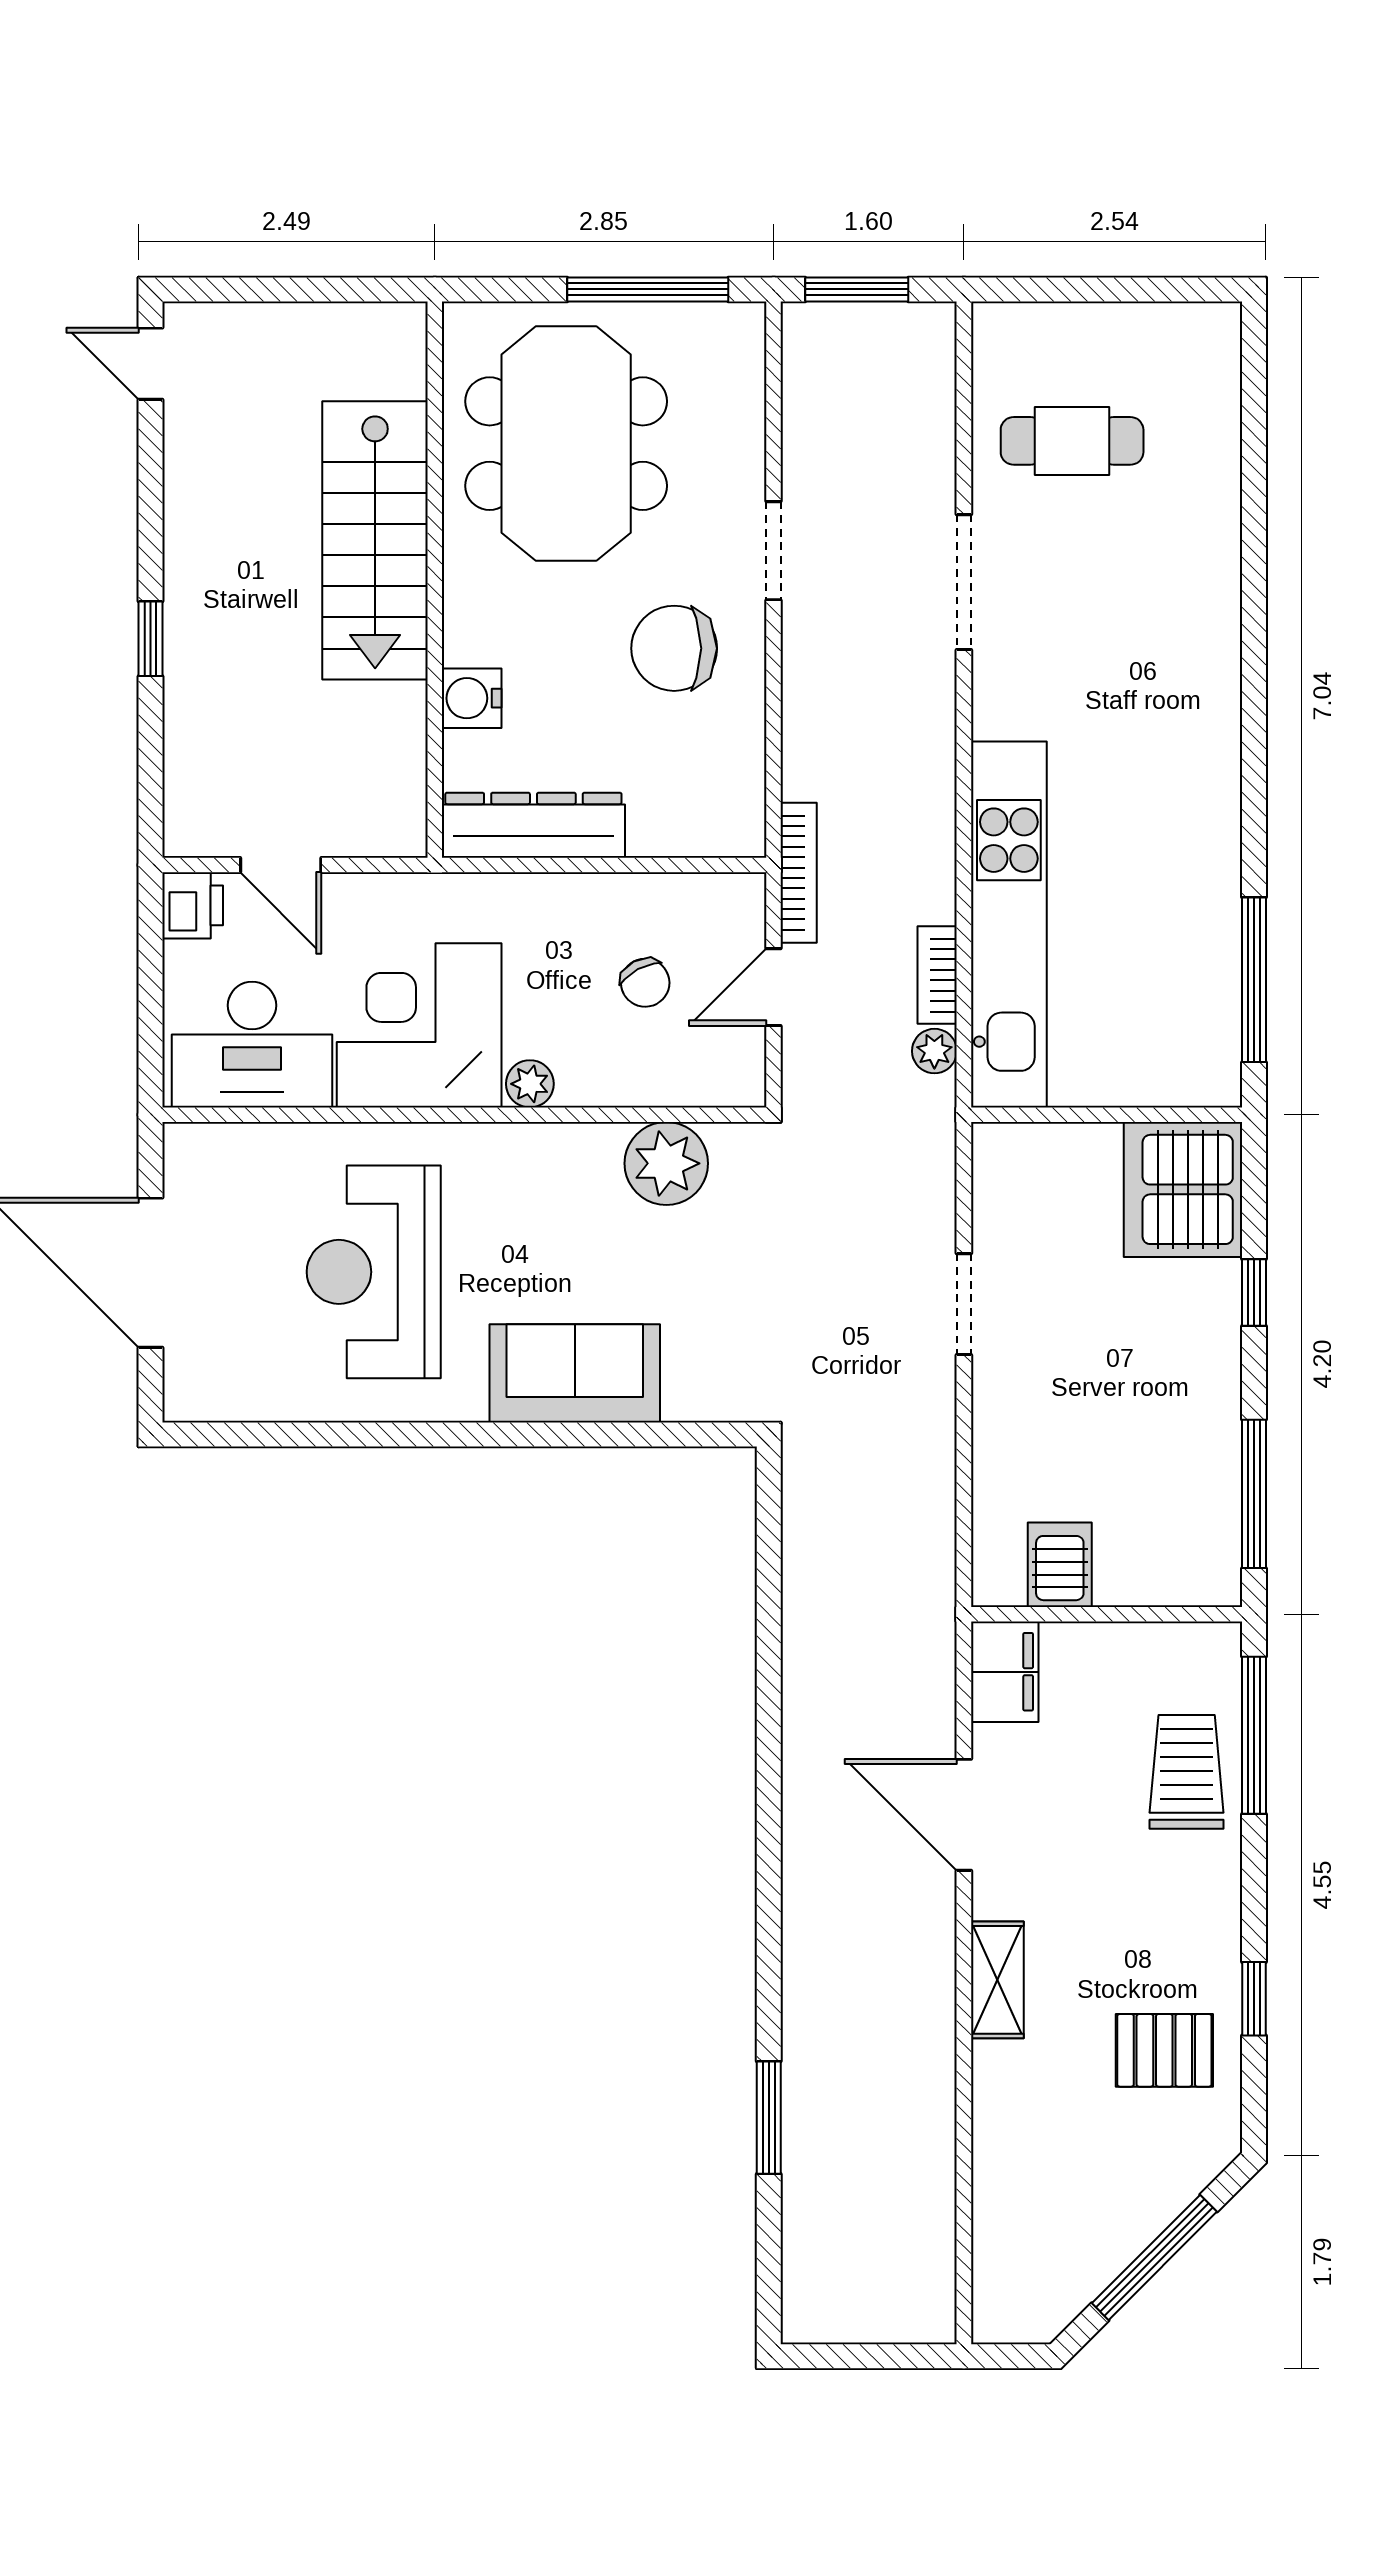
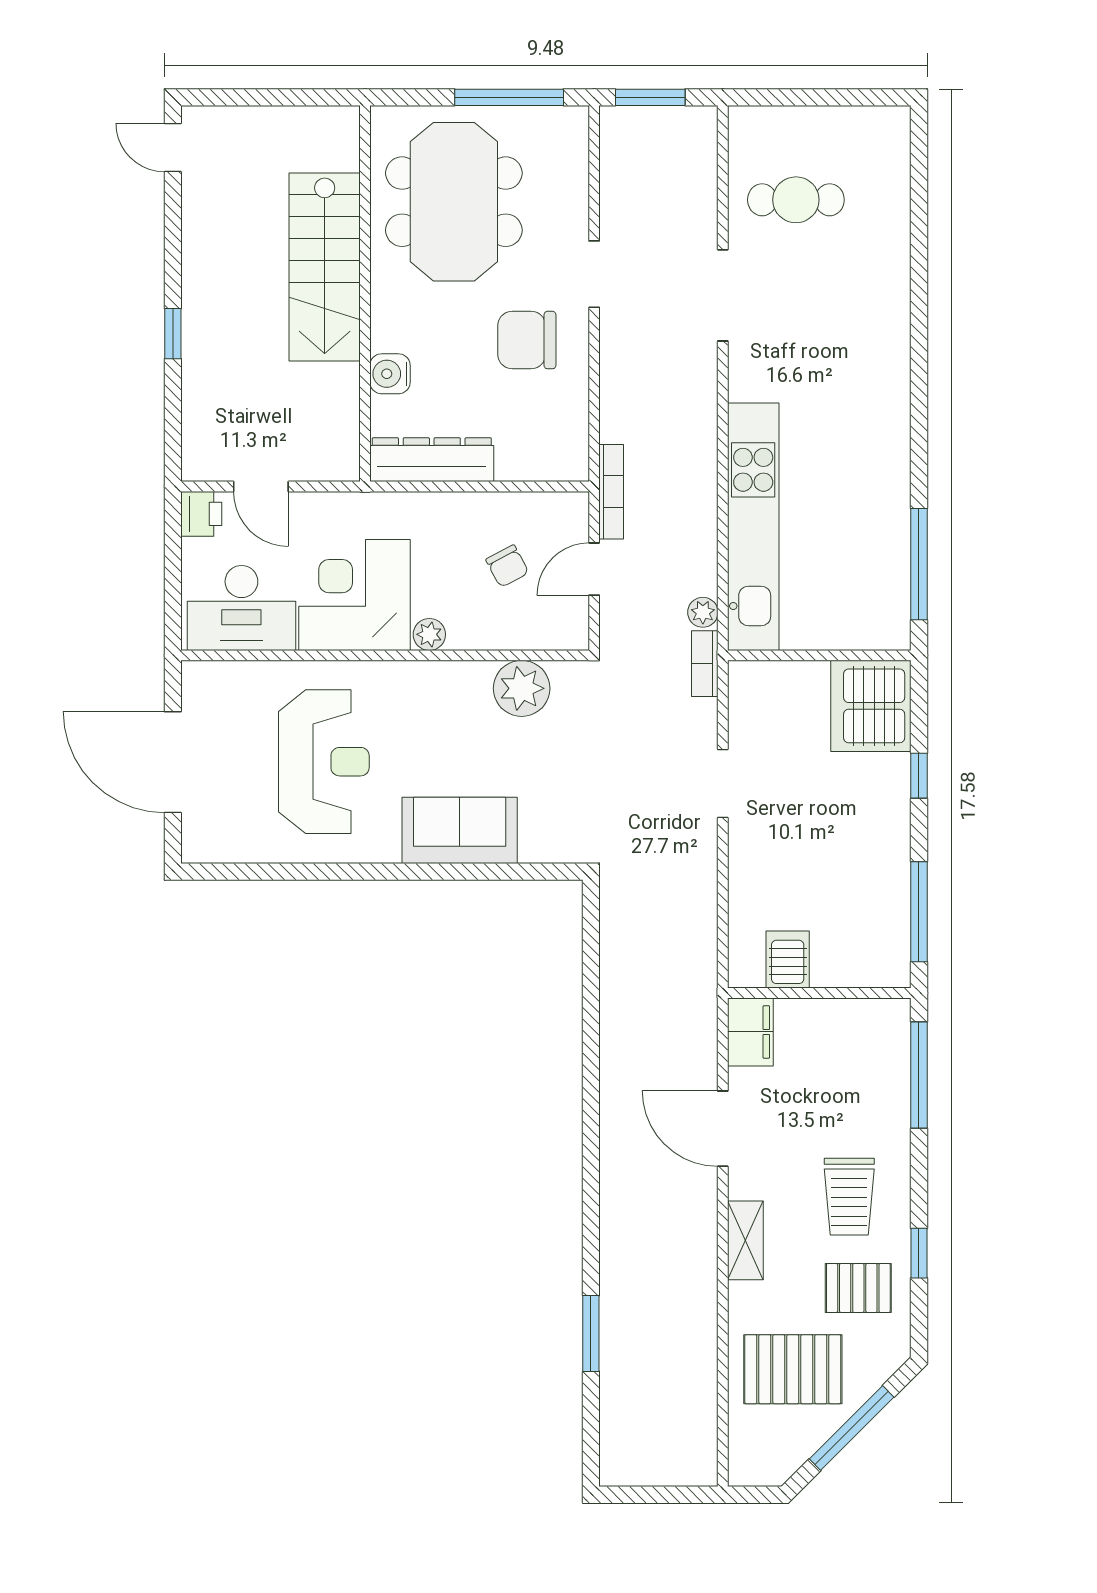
bookcase: (937, 975) -> (705, 664), moved
reception desk: (374, 1272) -> (324, 762), turned 180
trolley: (1187, 1772) -> (849, 1197), moved, turned 180
pallet: (1067, 2170) -> (793, 1369), added

